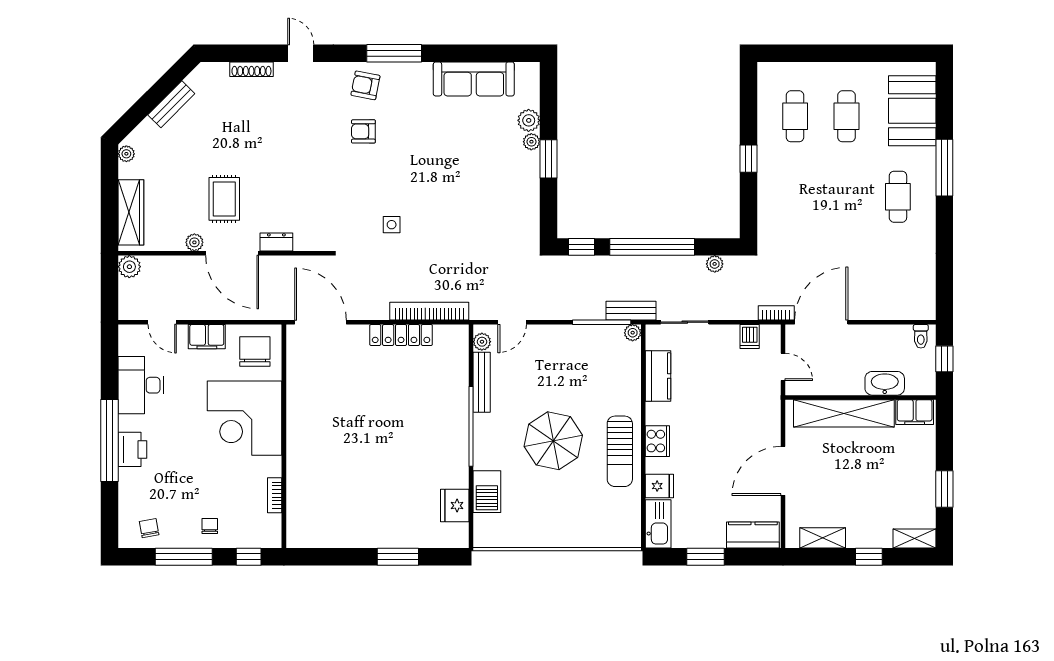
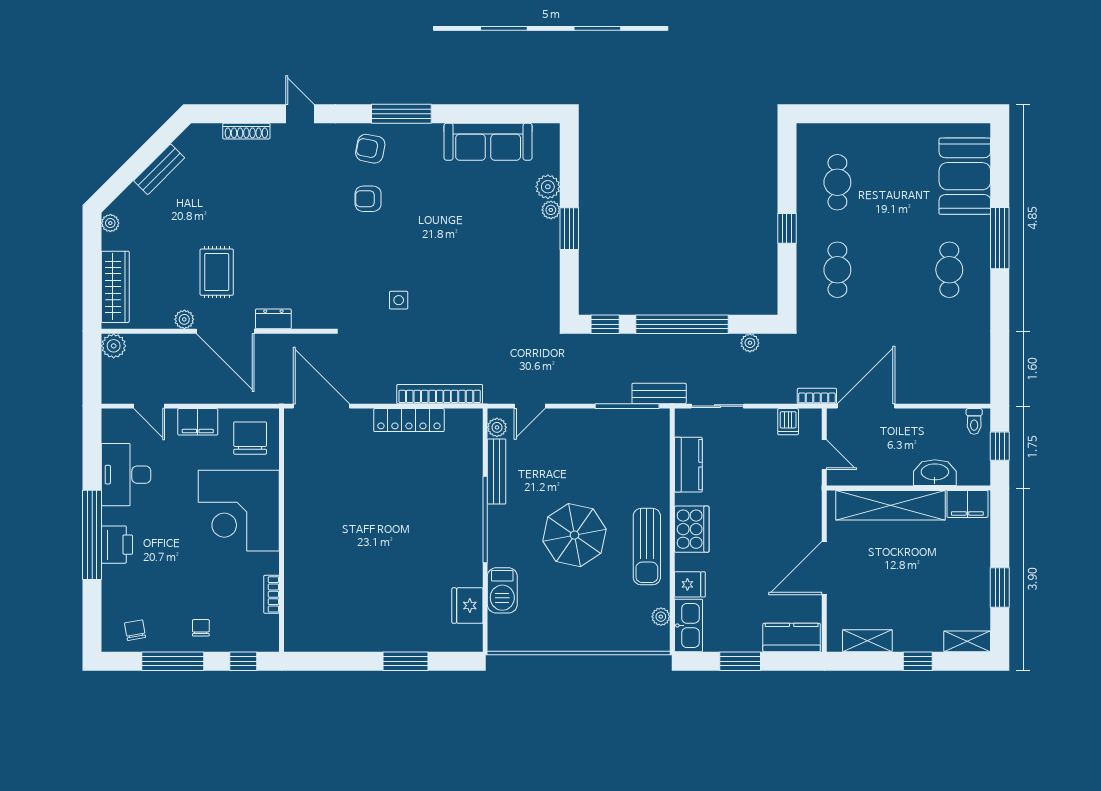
cafe table: (846, 116) -> (837, 270), moved
plant: (633, 333) -> (661, 617), moved
cooker: (657, 441) -> (692, 529), width x1.37, depth x1.31

